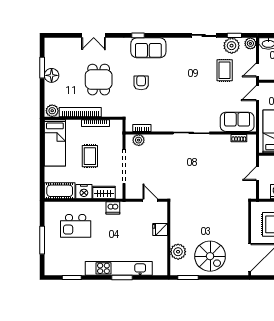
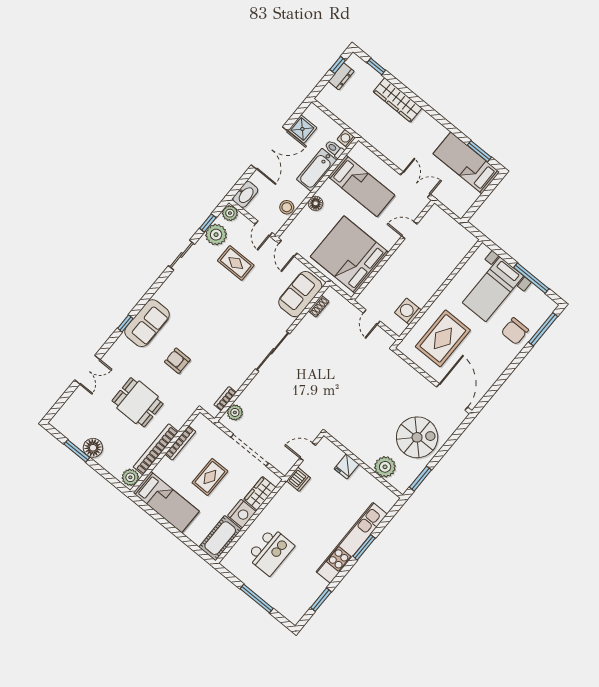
rug: (90, 156) -> (210, 477), turned 90
dishwasher: (113, 208) -> (298, 479), moved

